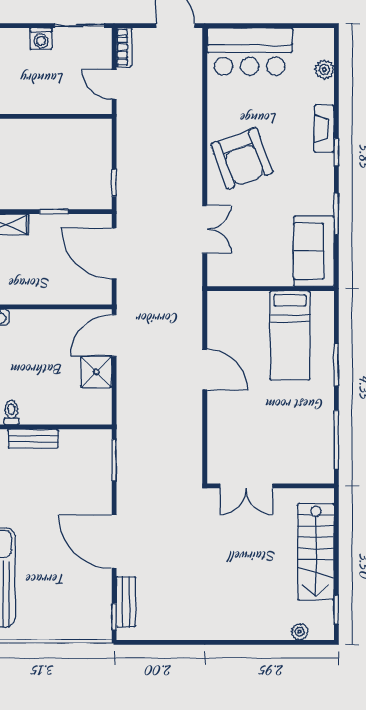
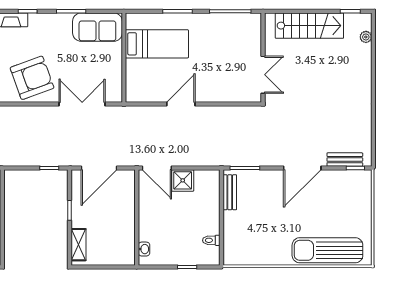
double door: (205, 229) -> (82, 104), width x1.37
bench: (33, 439) -> (230, 192), moved

